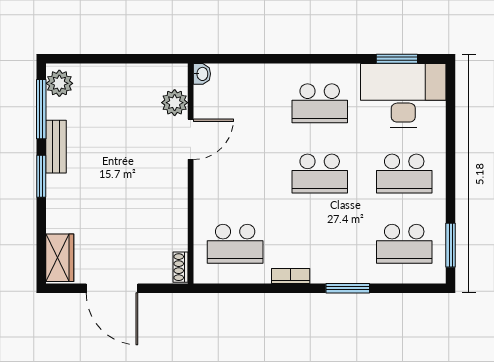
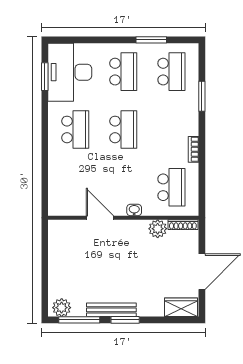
washbasin: (202, 74) -> (134, 210), moved
plant: (175, 103) -> (158, 229), moved
bench: (56, 147) -> (111, 310), width x1.36
window: (451, 245) -> (151, 40), moved
shoe rack: (180, 267) -> (183, 225), width x1.43
window: (348, 288) -> (202, 96), moved

